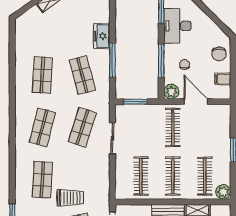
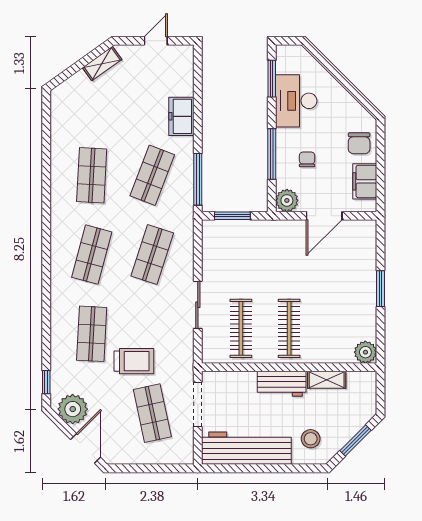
window: (112, 60) -> (198, 179), moved
shop shelf: (82, 75) -> (152, 175), turned 36
filing cabinet: (223, 79) -> (365, 181), width x2.00
door: (196, 102) -> (324, 216), swing flipped
clothes rail: (173, 127) -> (289, 255), removed
sliding door: (112, 138) -> (198, 305), moved
clothes rail: (205, 176) -> (338, 328), removed

